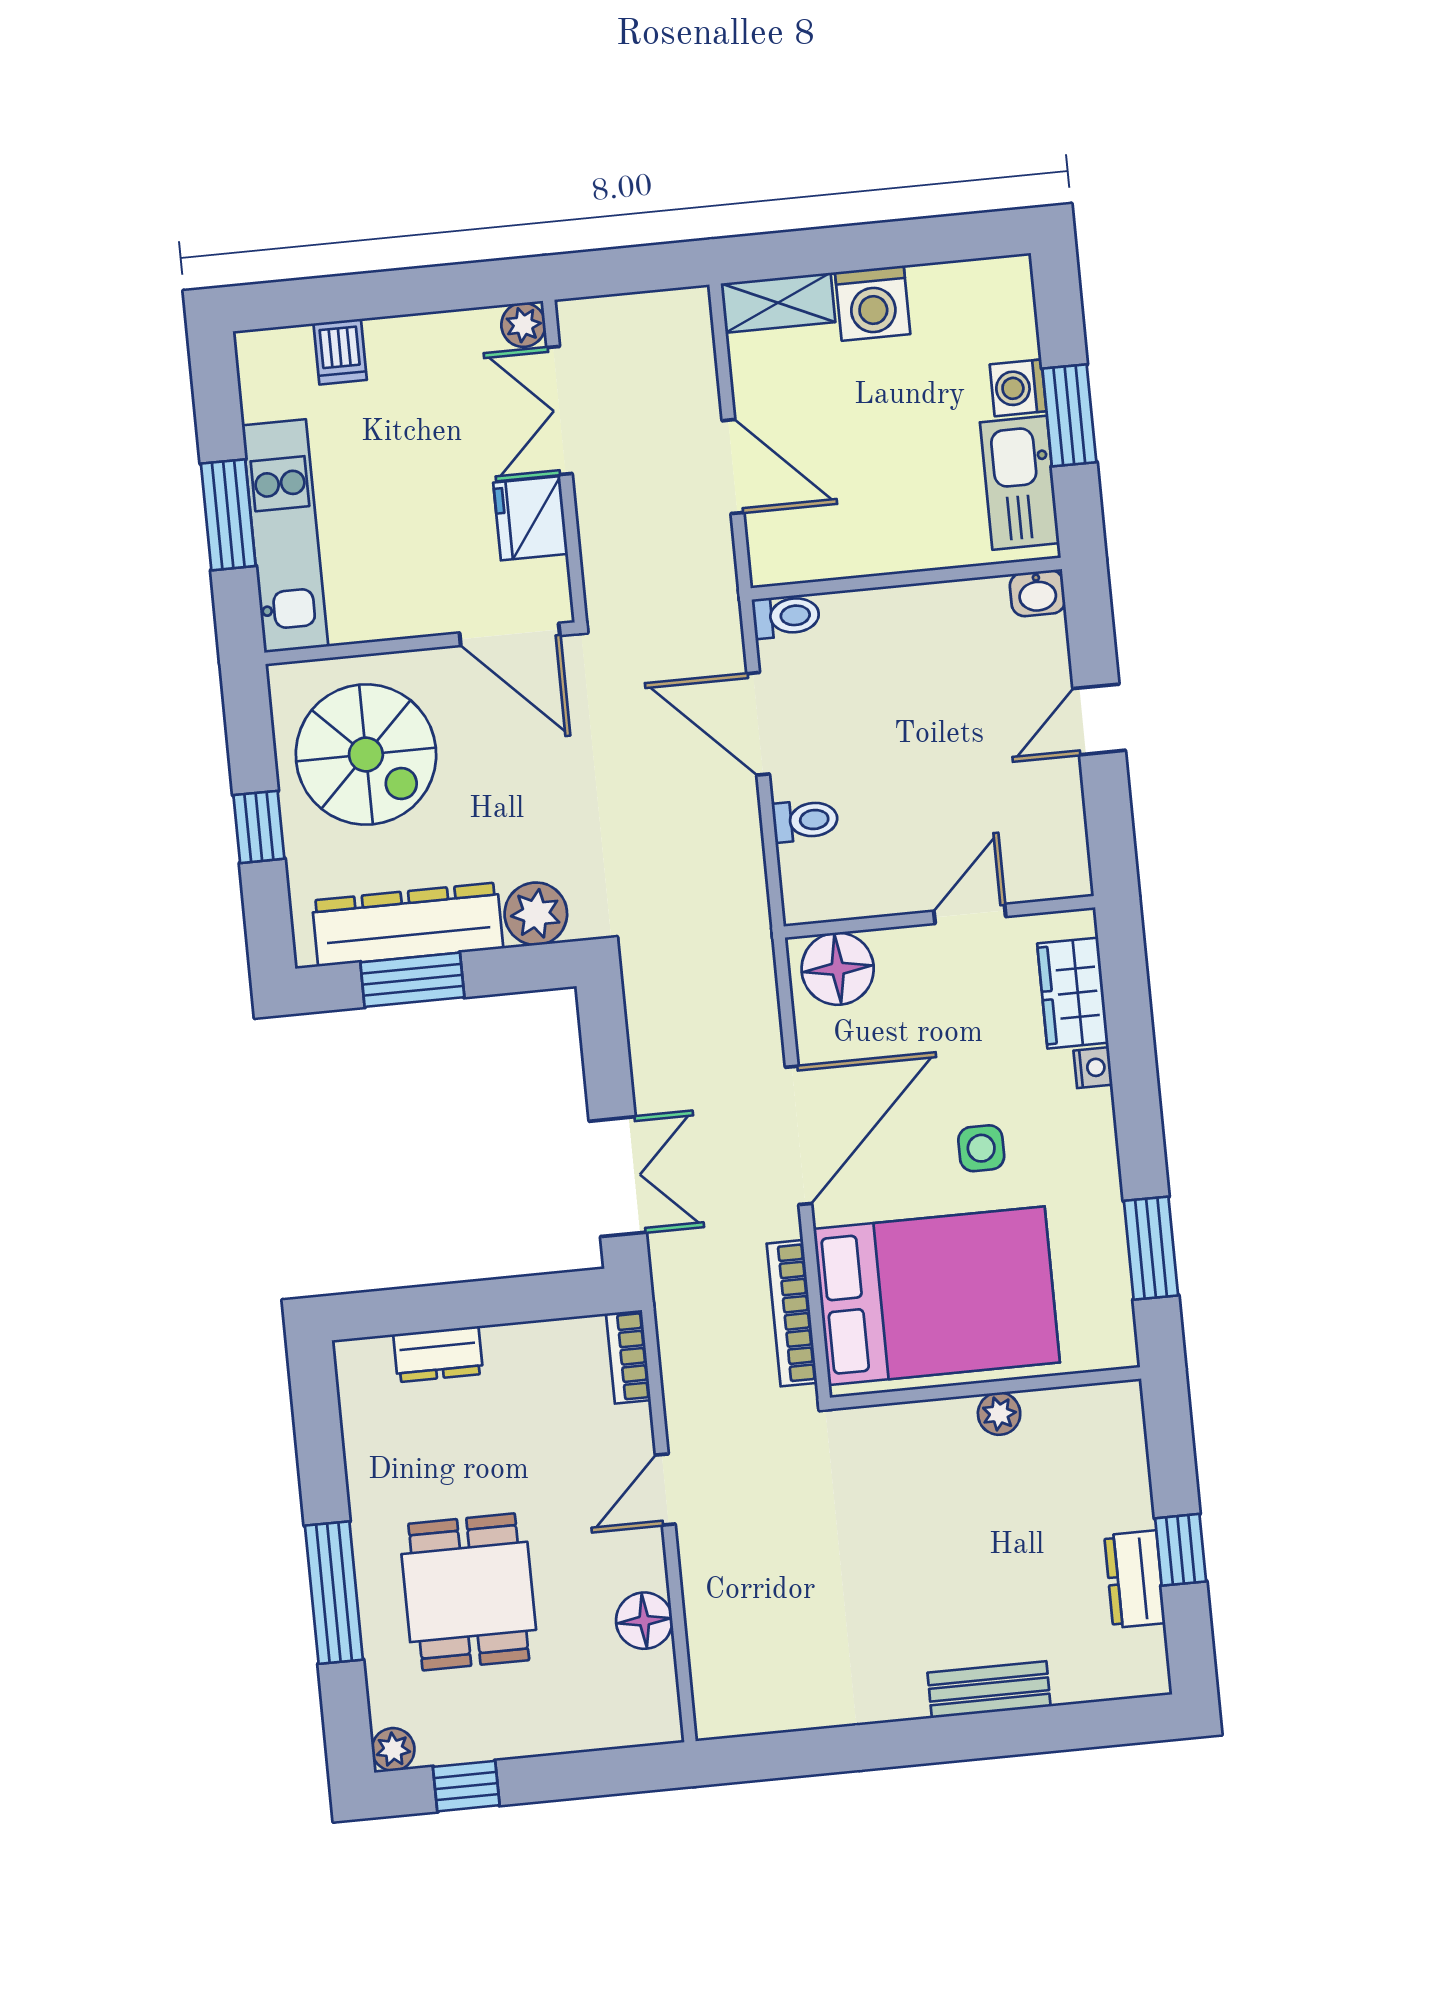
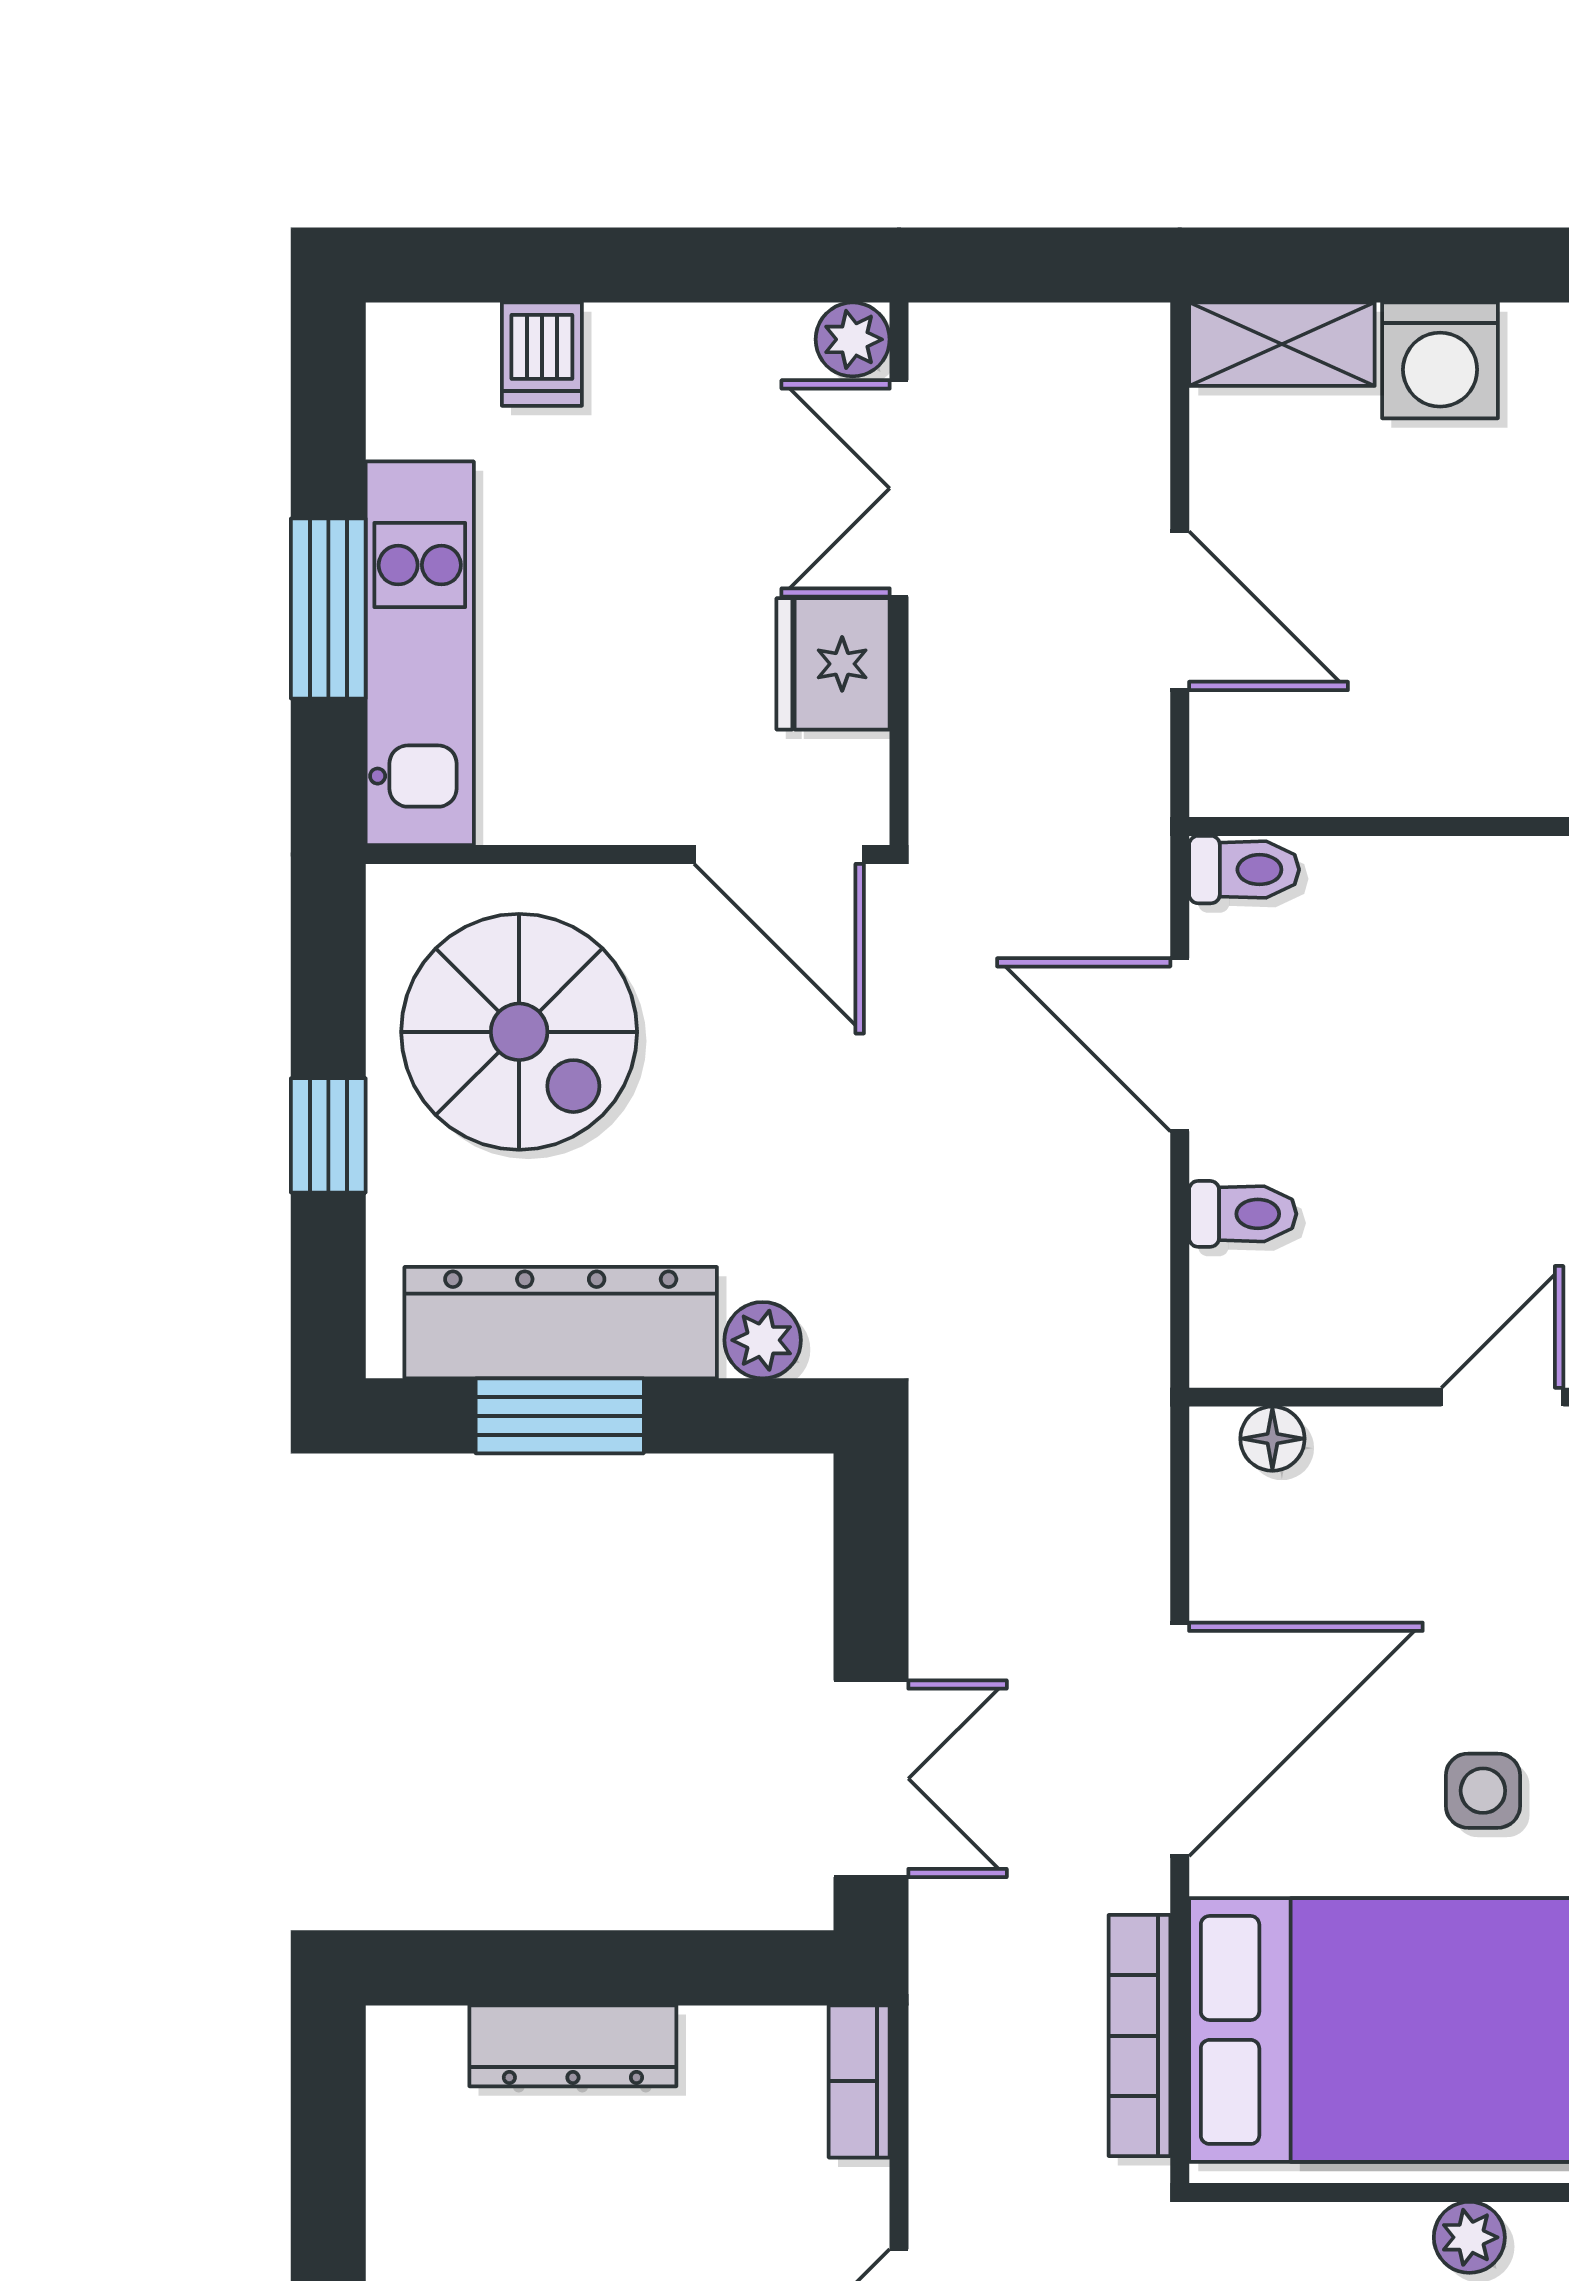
plant: (536, 914) -> (763, 1340), width x0.73, depth x0.73
floor lamp: (838, 969) -> (1272, 1439), width x0.53, depth x0.53
dresser: (438, 1354) -> (573, 2046), width x1.44

